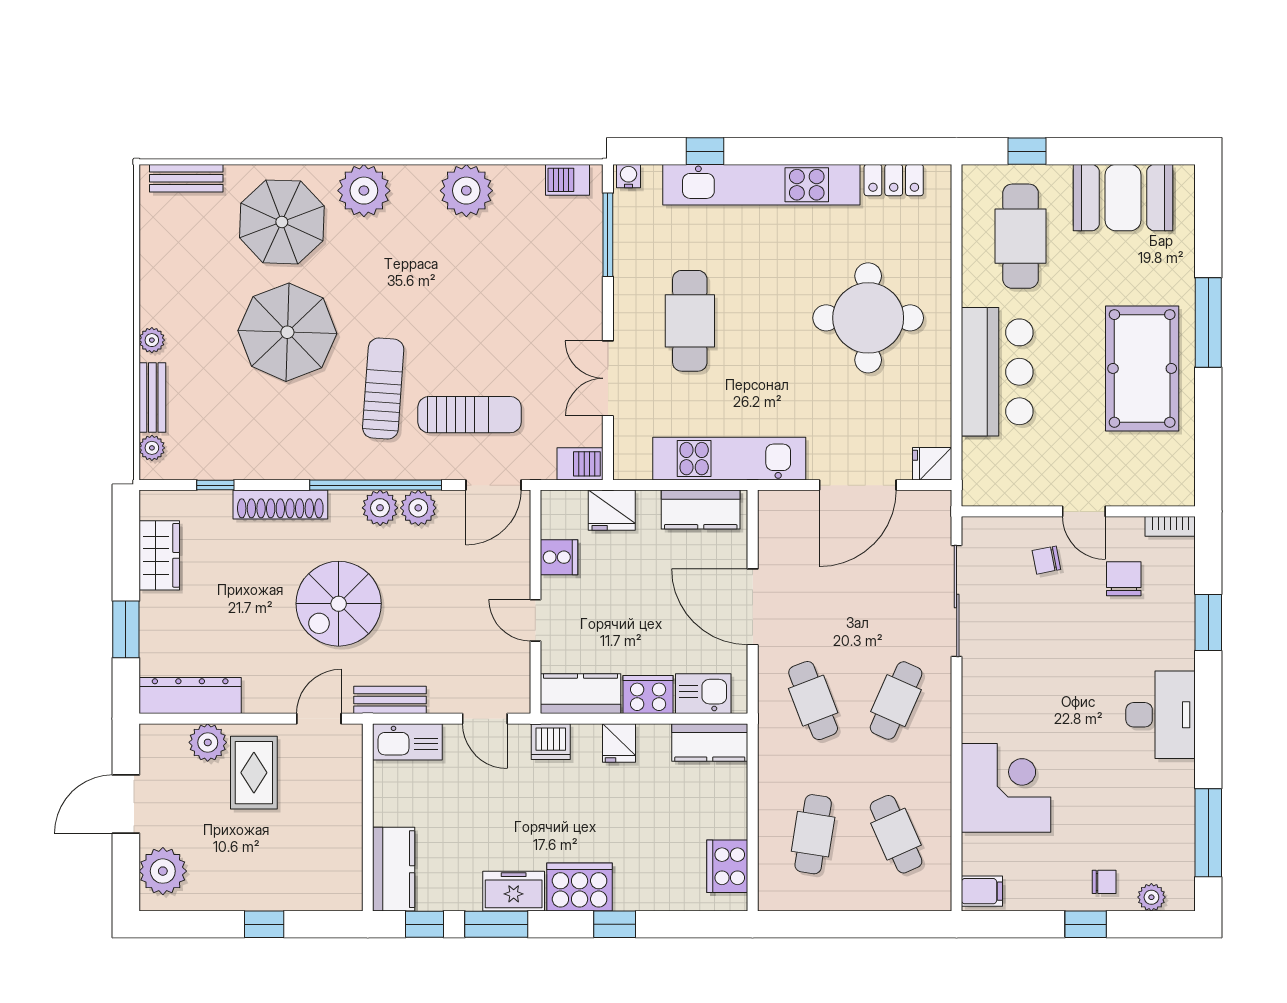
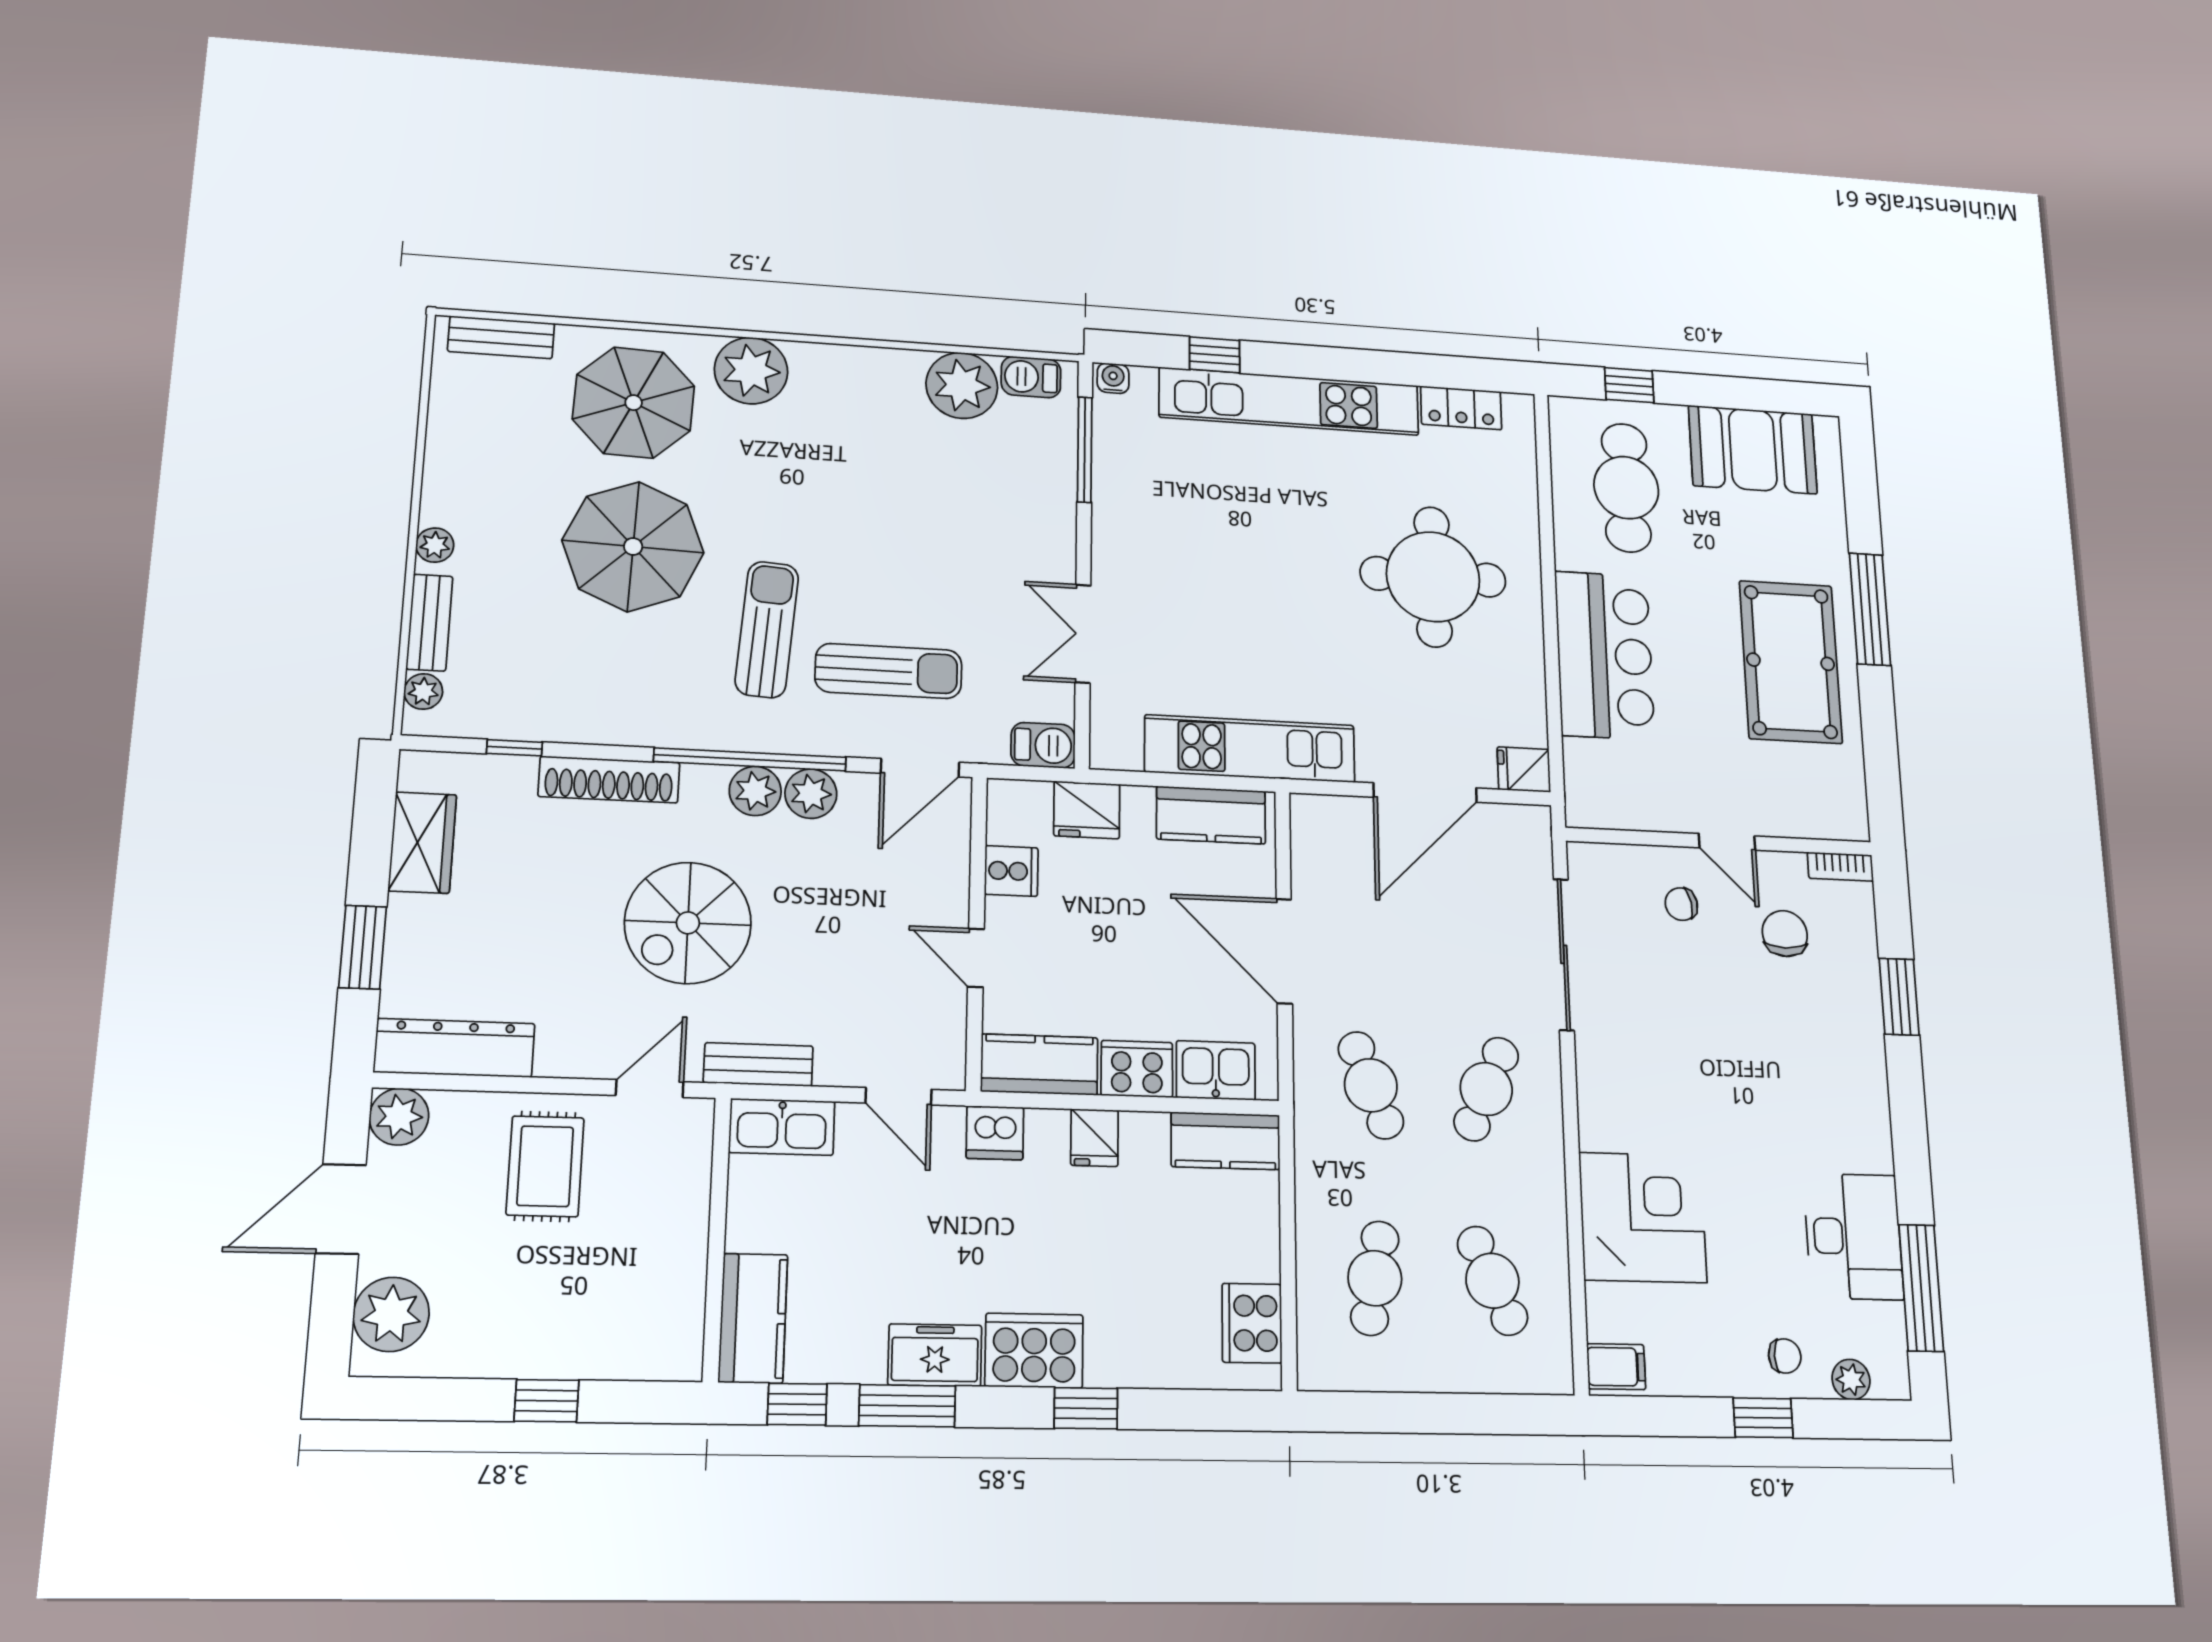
plant: (466, 191) -> (962, 385), moved
cafe table: (690, 321) -> (1195, 566), removed
desk: (1161, 715) -> (1853, 1236), moved
plant: (208, 742) -> (399, 1117), moved

